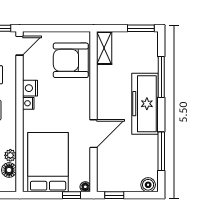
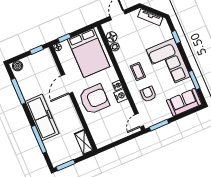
armchair: (71, 60) -> (94, 99), moved

